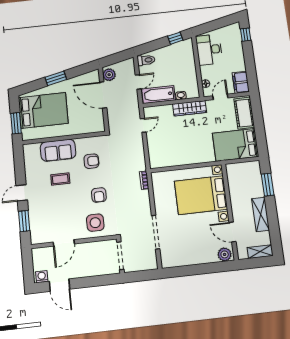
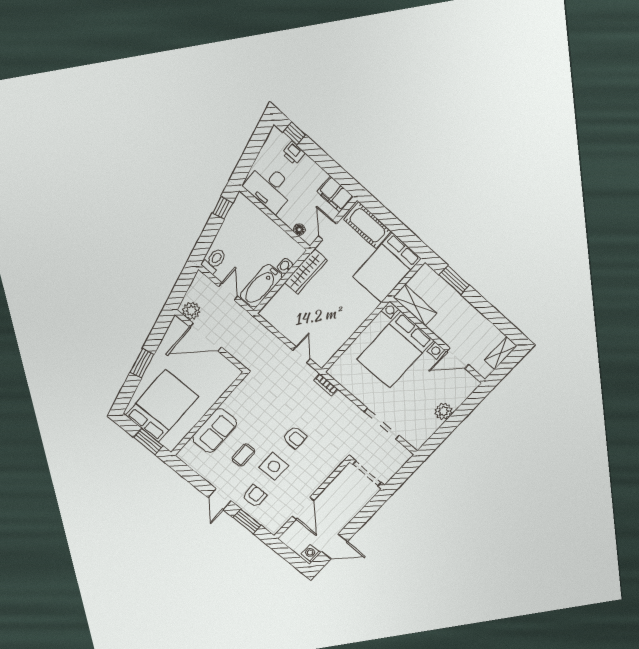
printer: (237, 44) -> (293, 153), added
door: (143, 125) -> (302, 355), moved
armchair: (91, 161) -> (254, 496), moved
shelving: (261, 214) -> (415, 305), moved
side table: (95, 223) -> (274, 466), moved
plant: (225, 254) -> (444, 411), moved

